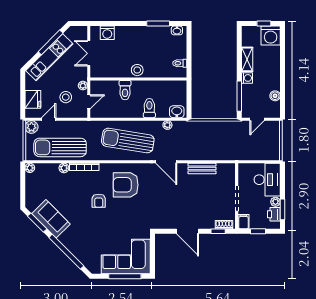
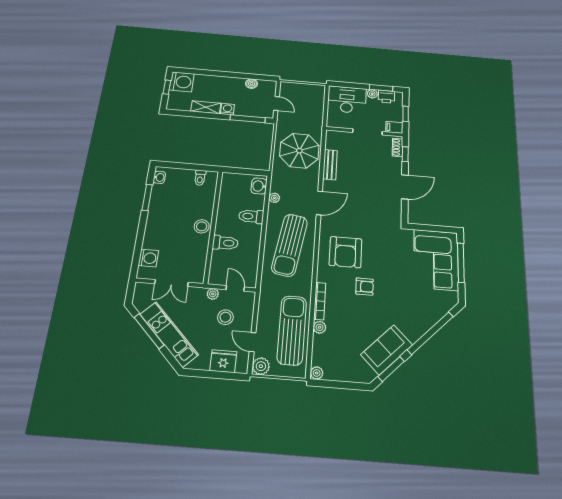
parasol: (213, 142) -> (299, 151), added
sun lounger: (60, 147) -> (292, 330), turned 180

